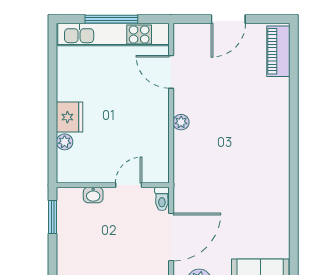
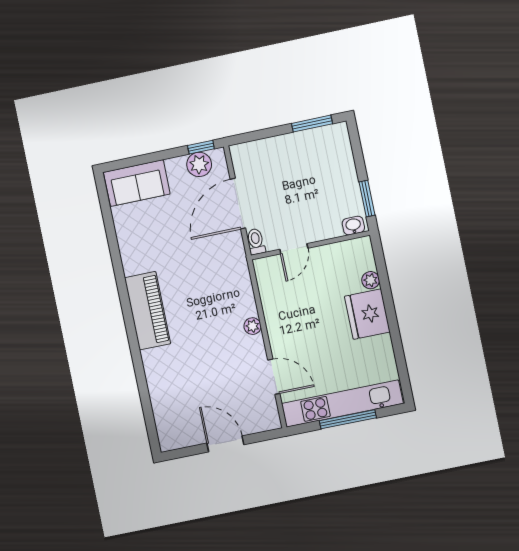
door: (228, 19) -> (225, 444), hinge flipped
piano: (278, 51) -> (148, 311), moved, width x1.37, depth x1.33
fridge: (70, 117) -> (367, 314), width x1.36, depth x1.34
washbasin: (93, 195) -> (353, 226), moved

